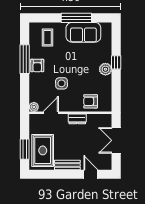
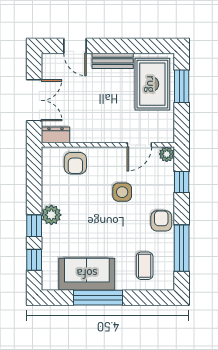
window: (116, 41) -> (34, 260), added
window: (25, 59) -> (182, 248), moved
window: (25, 90) -> (182, 182), added
armchair: (91, 101) -> (75, 163), turned 90
dresser: (77, 119) -> (56, 135), moved

